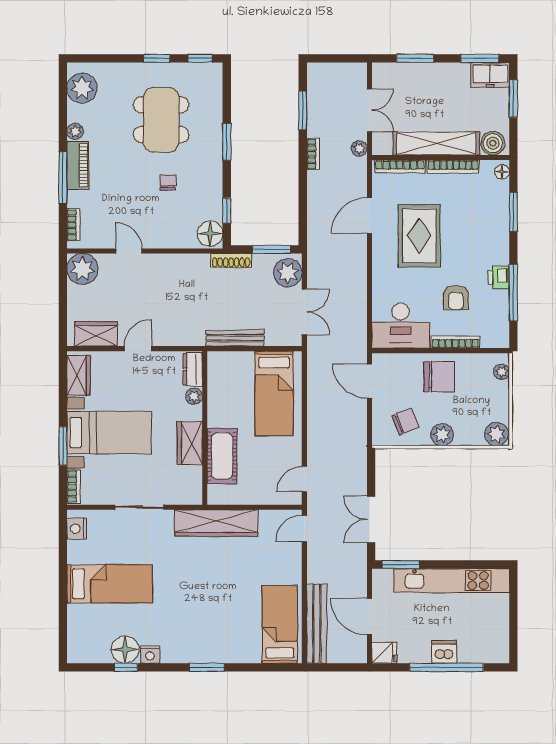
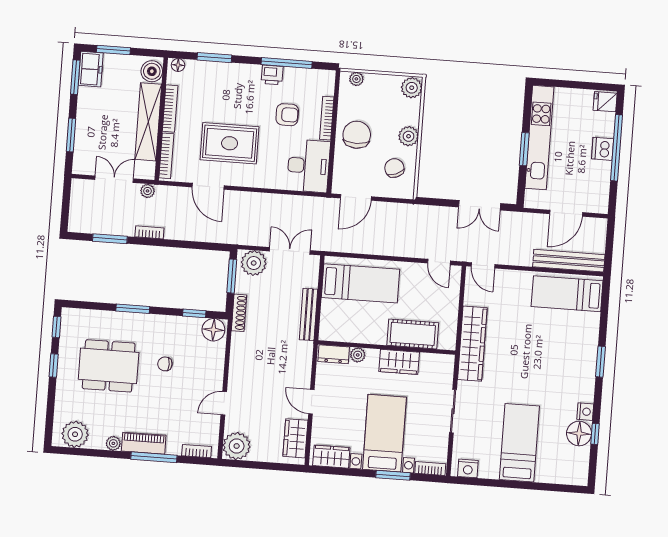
window: (401, 565) -> (524, 149), moved
fridge: (384, 653) -> (605, 102), moved, turned -90

